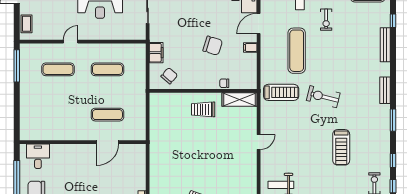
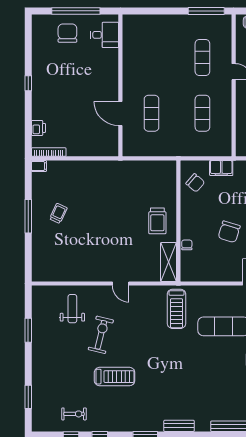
filing cabinet: (250, 47) -> (227, 274), removed
exercise bike: (323, 97) -> (101, 335), moved
trolley: (203, 109) -> (157, 221), turned 180
treadmill: (341, 147) -> (115, 377), turned 180

